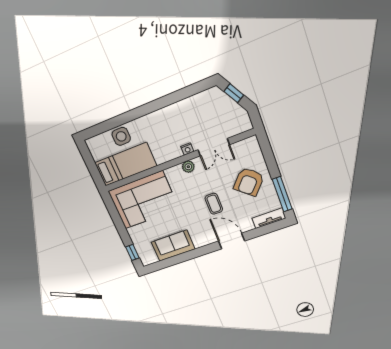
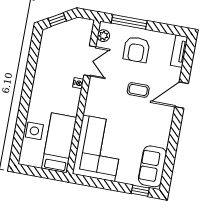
plant: (188, 167) -> (103, 36), moved
armchair: (249, 182) -> (136, 49), turned 49
window: (282, 194) -> (129, 22), moved
sofa: (173, 246) -> (152, 166), moved

